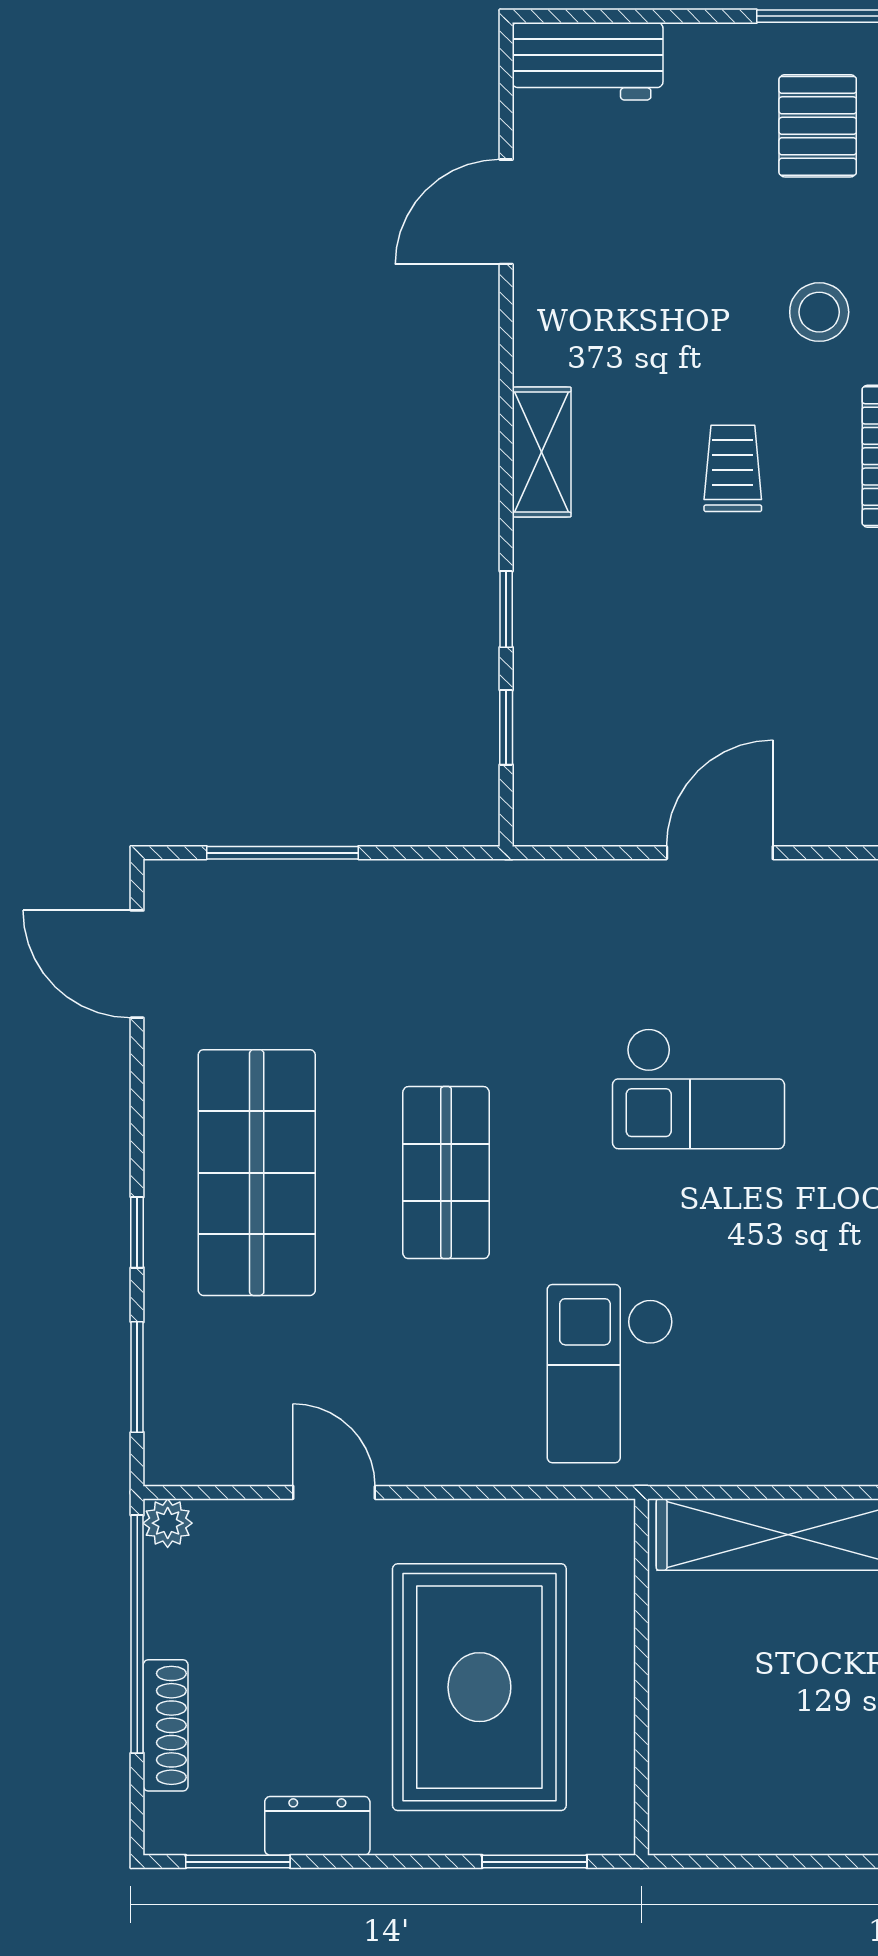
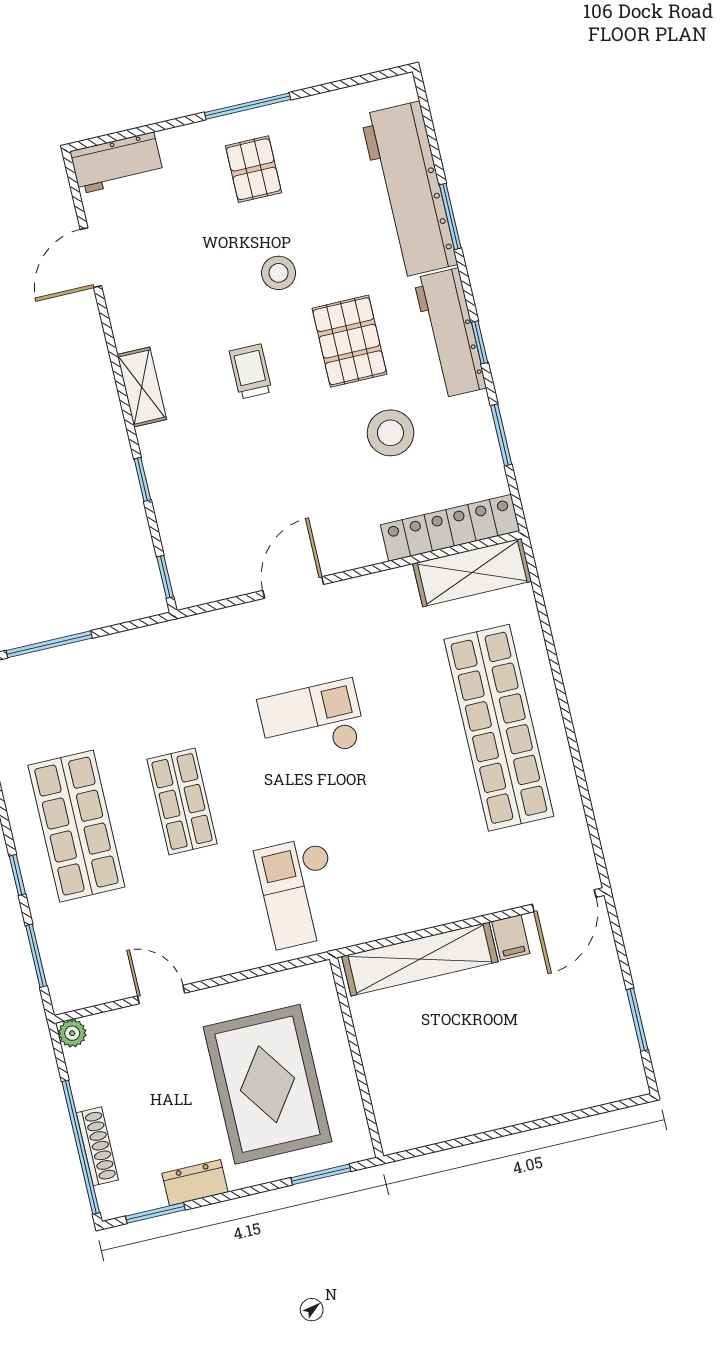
window: (506, 727) -> (165, 577), moved
checkout: (698, 1089) -> (312, 722), turned 180
window: (137, 1634) -> (81, 1147), moved

